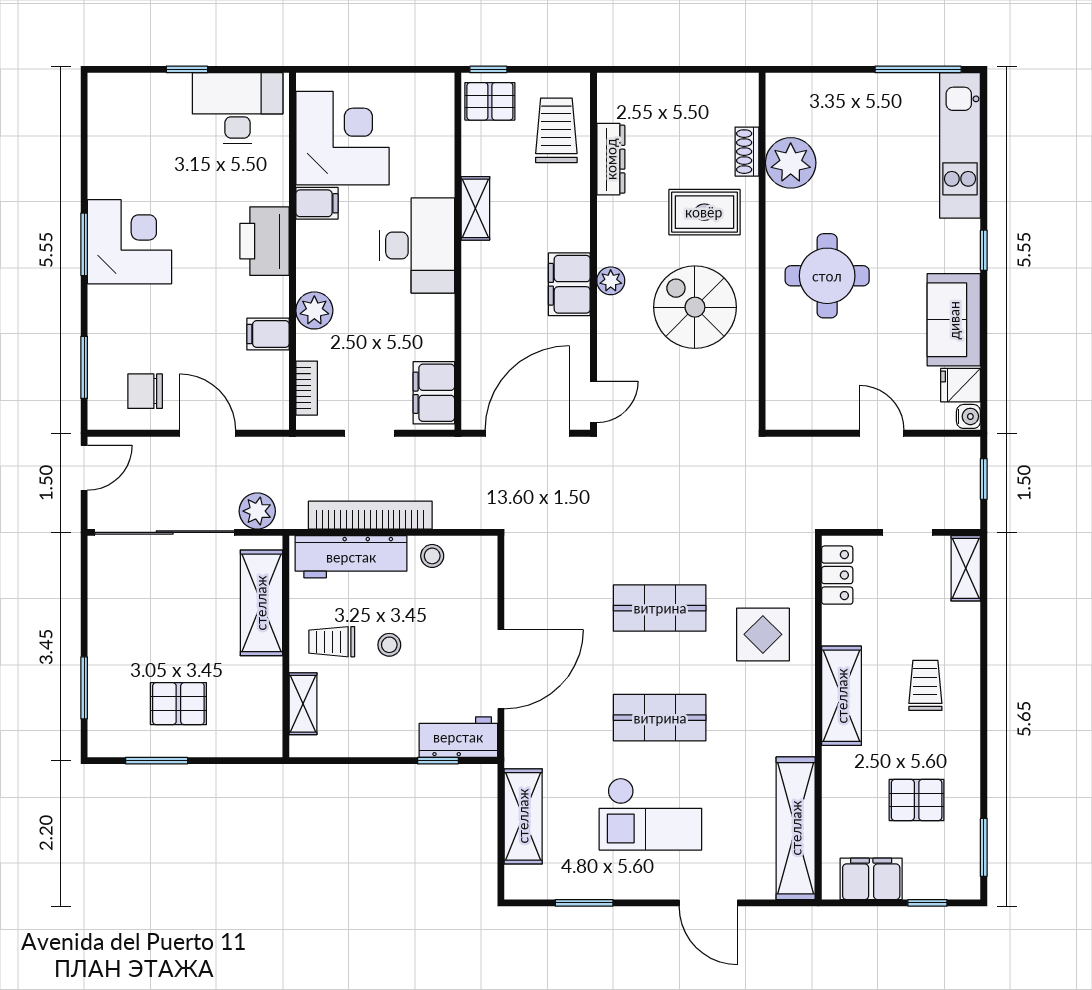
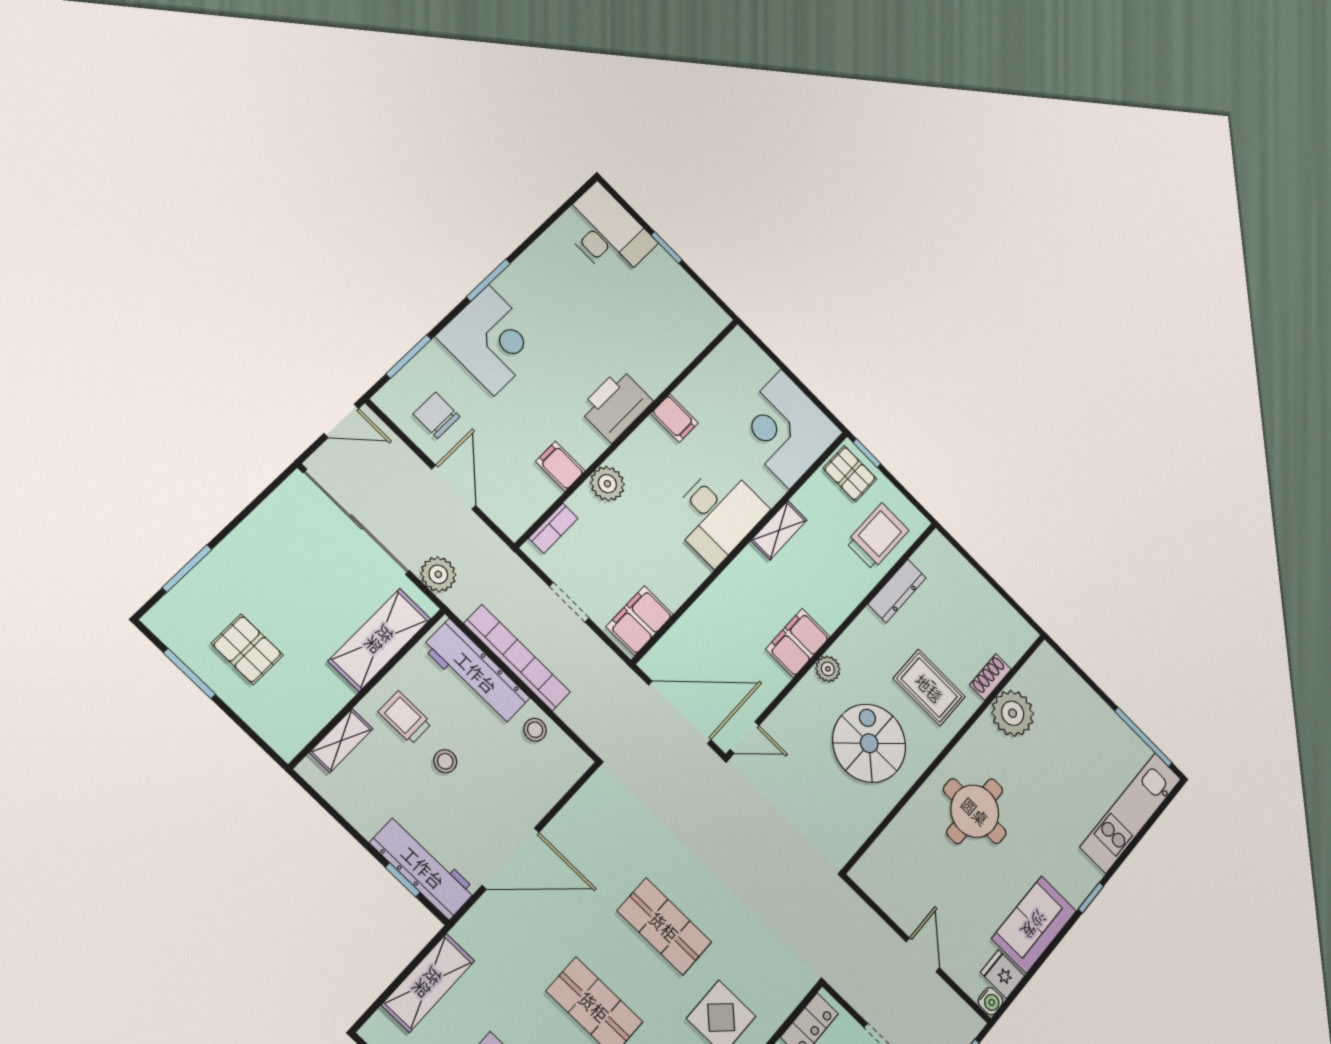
desk: (238, 108) -> (607, 233), moved
corner desk: (343, 138) -> (785, 429), moved, turned 180
corner desk: (130, 242) -> (491, 340), moved
workbench: (458, 737) -> (423, 867), width x1.38

